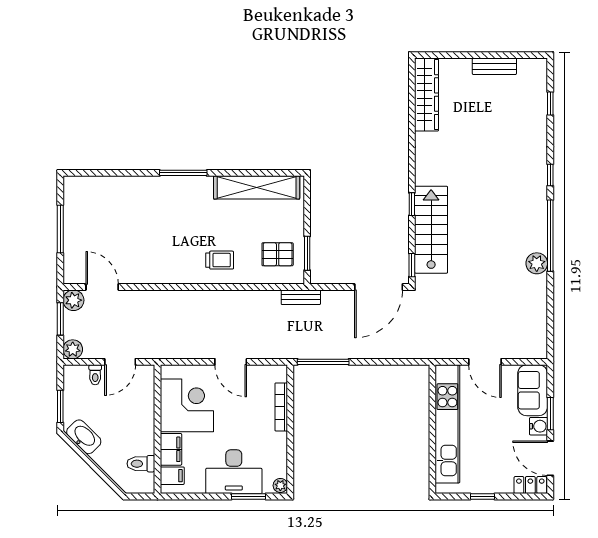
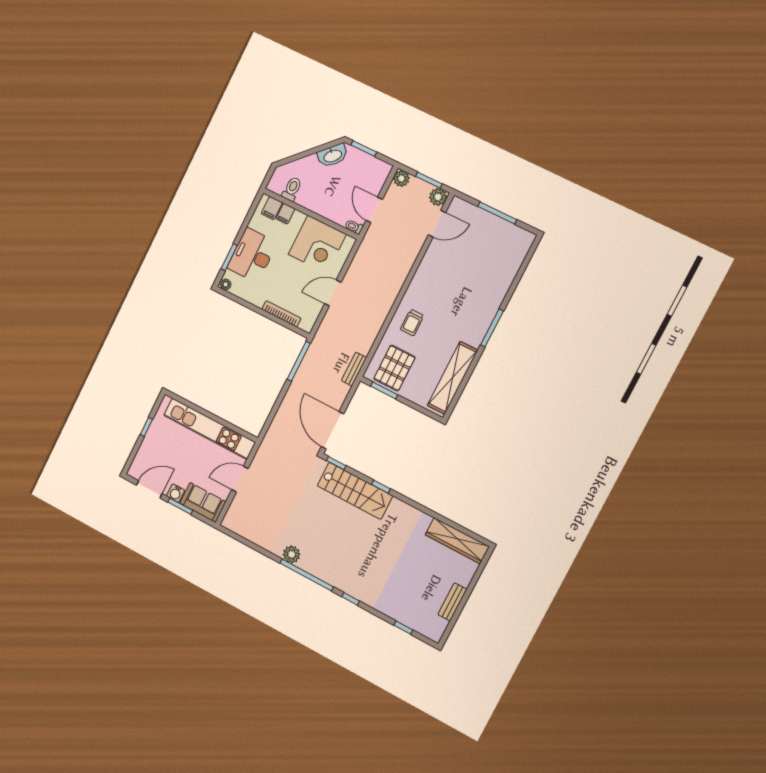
pallet: (278, 254) -> (394, 368), width x1.50, depth x1.42
toilet: (95, 375) -> (354, 227), moved
filing cabinet: (171, 449) -> (285, 214), width x0.50
locker: (530, 485) -> (138, 465), removed

